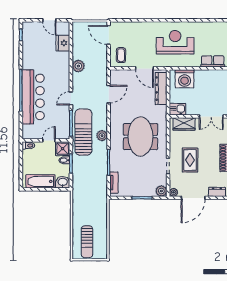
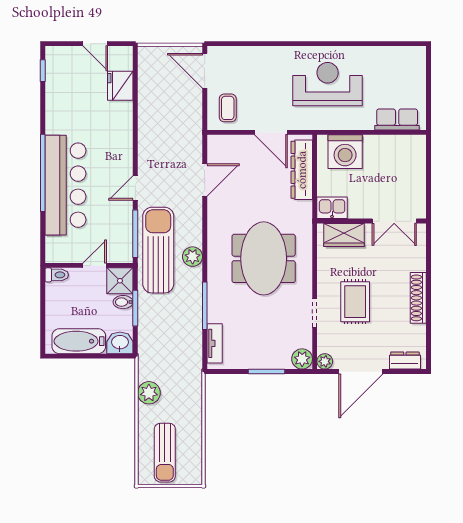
plant: (78, 66) -> (149, 393), moved

